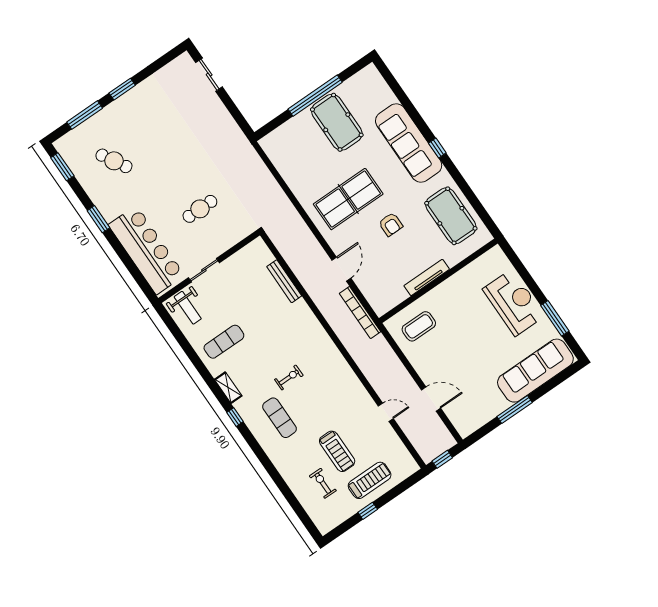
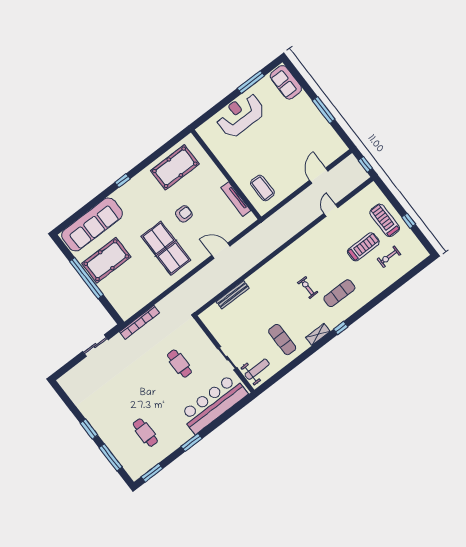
sliding door: (209, 75) -> (95, 346), moved
sofa: (409, 143) -> (92, 224), moved
cafe table: (114, 161) -> (145, 433), turned -60
tv unit: (427, 277) -> (236, 199), moved
bookcase: (360, 312) -> (139, 322), moved
sofa: (535, 371) -> (286, 82), width x0.54, depth x0.79

